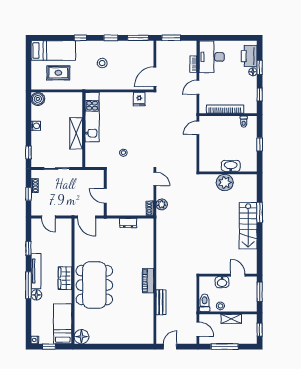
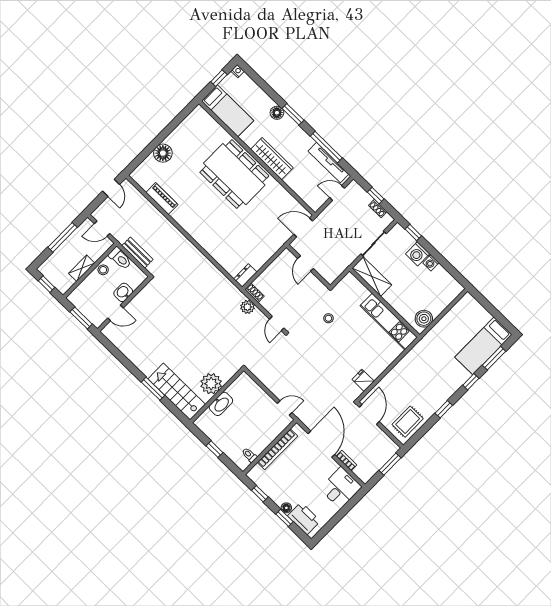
window: (138, 38) -> (494, 358), moved
desk: (212, 57) -> (341, 488), width x0.73
stool: (102, 63) -> (429, 379), removed
rug: (58, 73) -> (408, 422), moved
door: (198, 87) -> (321, 444), width x1.88
boiler: (38, 99) -> (424, 319), moved
door: (198, 128) -> (285, 408), hinge flipped
shelving: (76, 133) -> (372, 277), moved
washing machine: (38, 138) -> (418, 254), added
door: (155, 179) -> (277, 324), hinge flipped
door: (105, 196) -> (306, 264), swing flipped
dresser: (128, 223) -> (245, 275), moved
stairs: (248, 226) -> (177, 392), moved
window: (28, 248) -> (326, 147), width x2.17
tv unit: (36, 271) -> (328, 163), moved
wardrobe: (65, 278) -> (272, 159), width x1.50
piano: (148, 281) -> (162, 199), moved
window: (28, 285) -> (293, 114), width x0.69
bench: (161, 302) -> (137, 253), moved
floor lamp: (81, 337) -> (163, 153), moved

